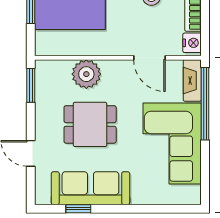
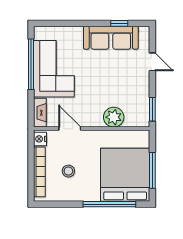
window: (205, 104) -> (31, 64), moved
dining table: (90, 124) -> (111, 82), removed

